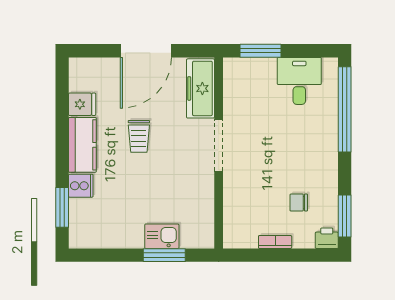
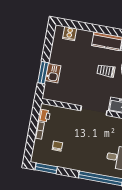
cooker: (81, 186) -> (70, 33), moved
window: (62, 207) -> (77, 25), removed
printer: (327, 238) -> (44, 116), moved

